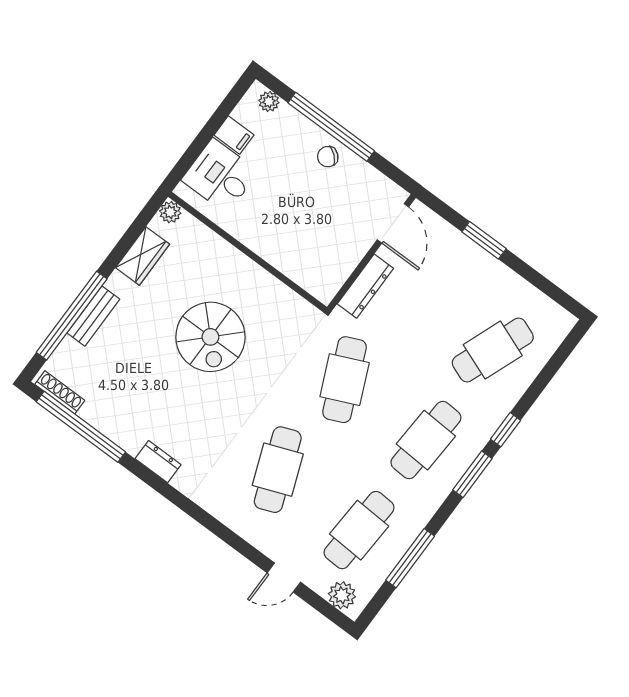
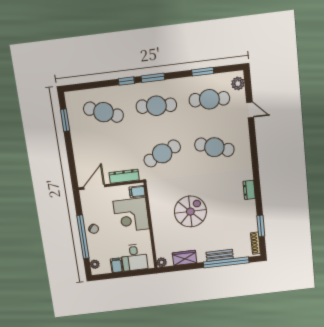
corner desk: (294, 238) -> (131, 215), added
window: (484, 240) -> (65, 120), moved
filing cabinet: (322, 283) -> (137, 192), added
window: (81, 427) -> (261, 226), width x0.47
cafe table: (278, 470) -> (214, 147), turned 39
window: (410, 558) -> (203, 72), width x0.69

